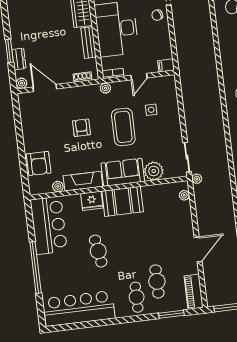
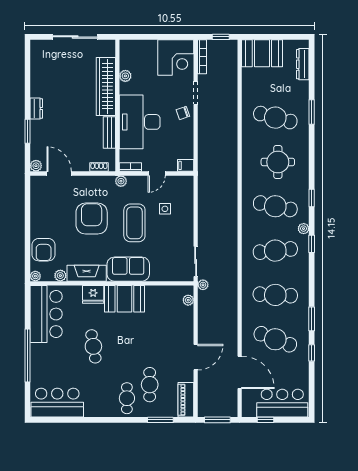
dresser: (19, 59) -> (36, 108), moved
armchair: (81, 128) -> (92, 219), width x1.88, depth x1.88
plant: (154, 171) -> (35, 276), moved, width x0.53, depth x0.53
bar counter: (79, 308) -> (57, 403), width x0.73

